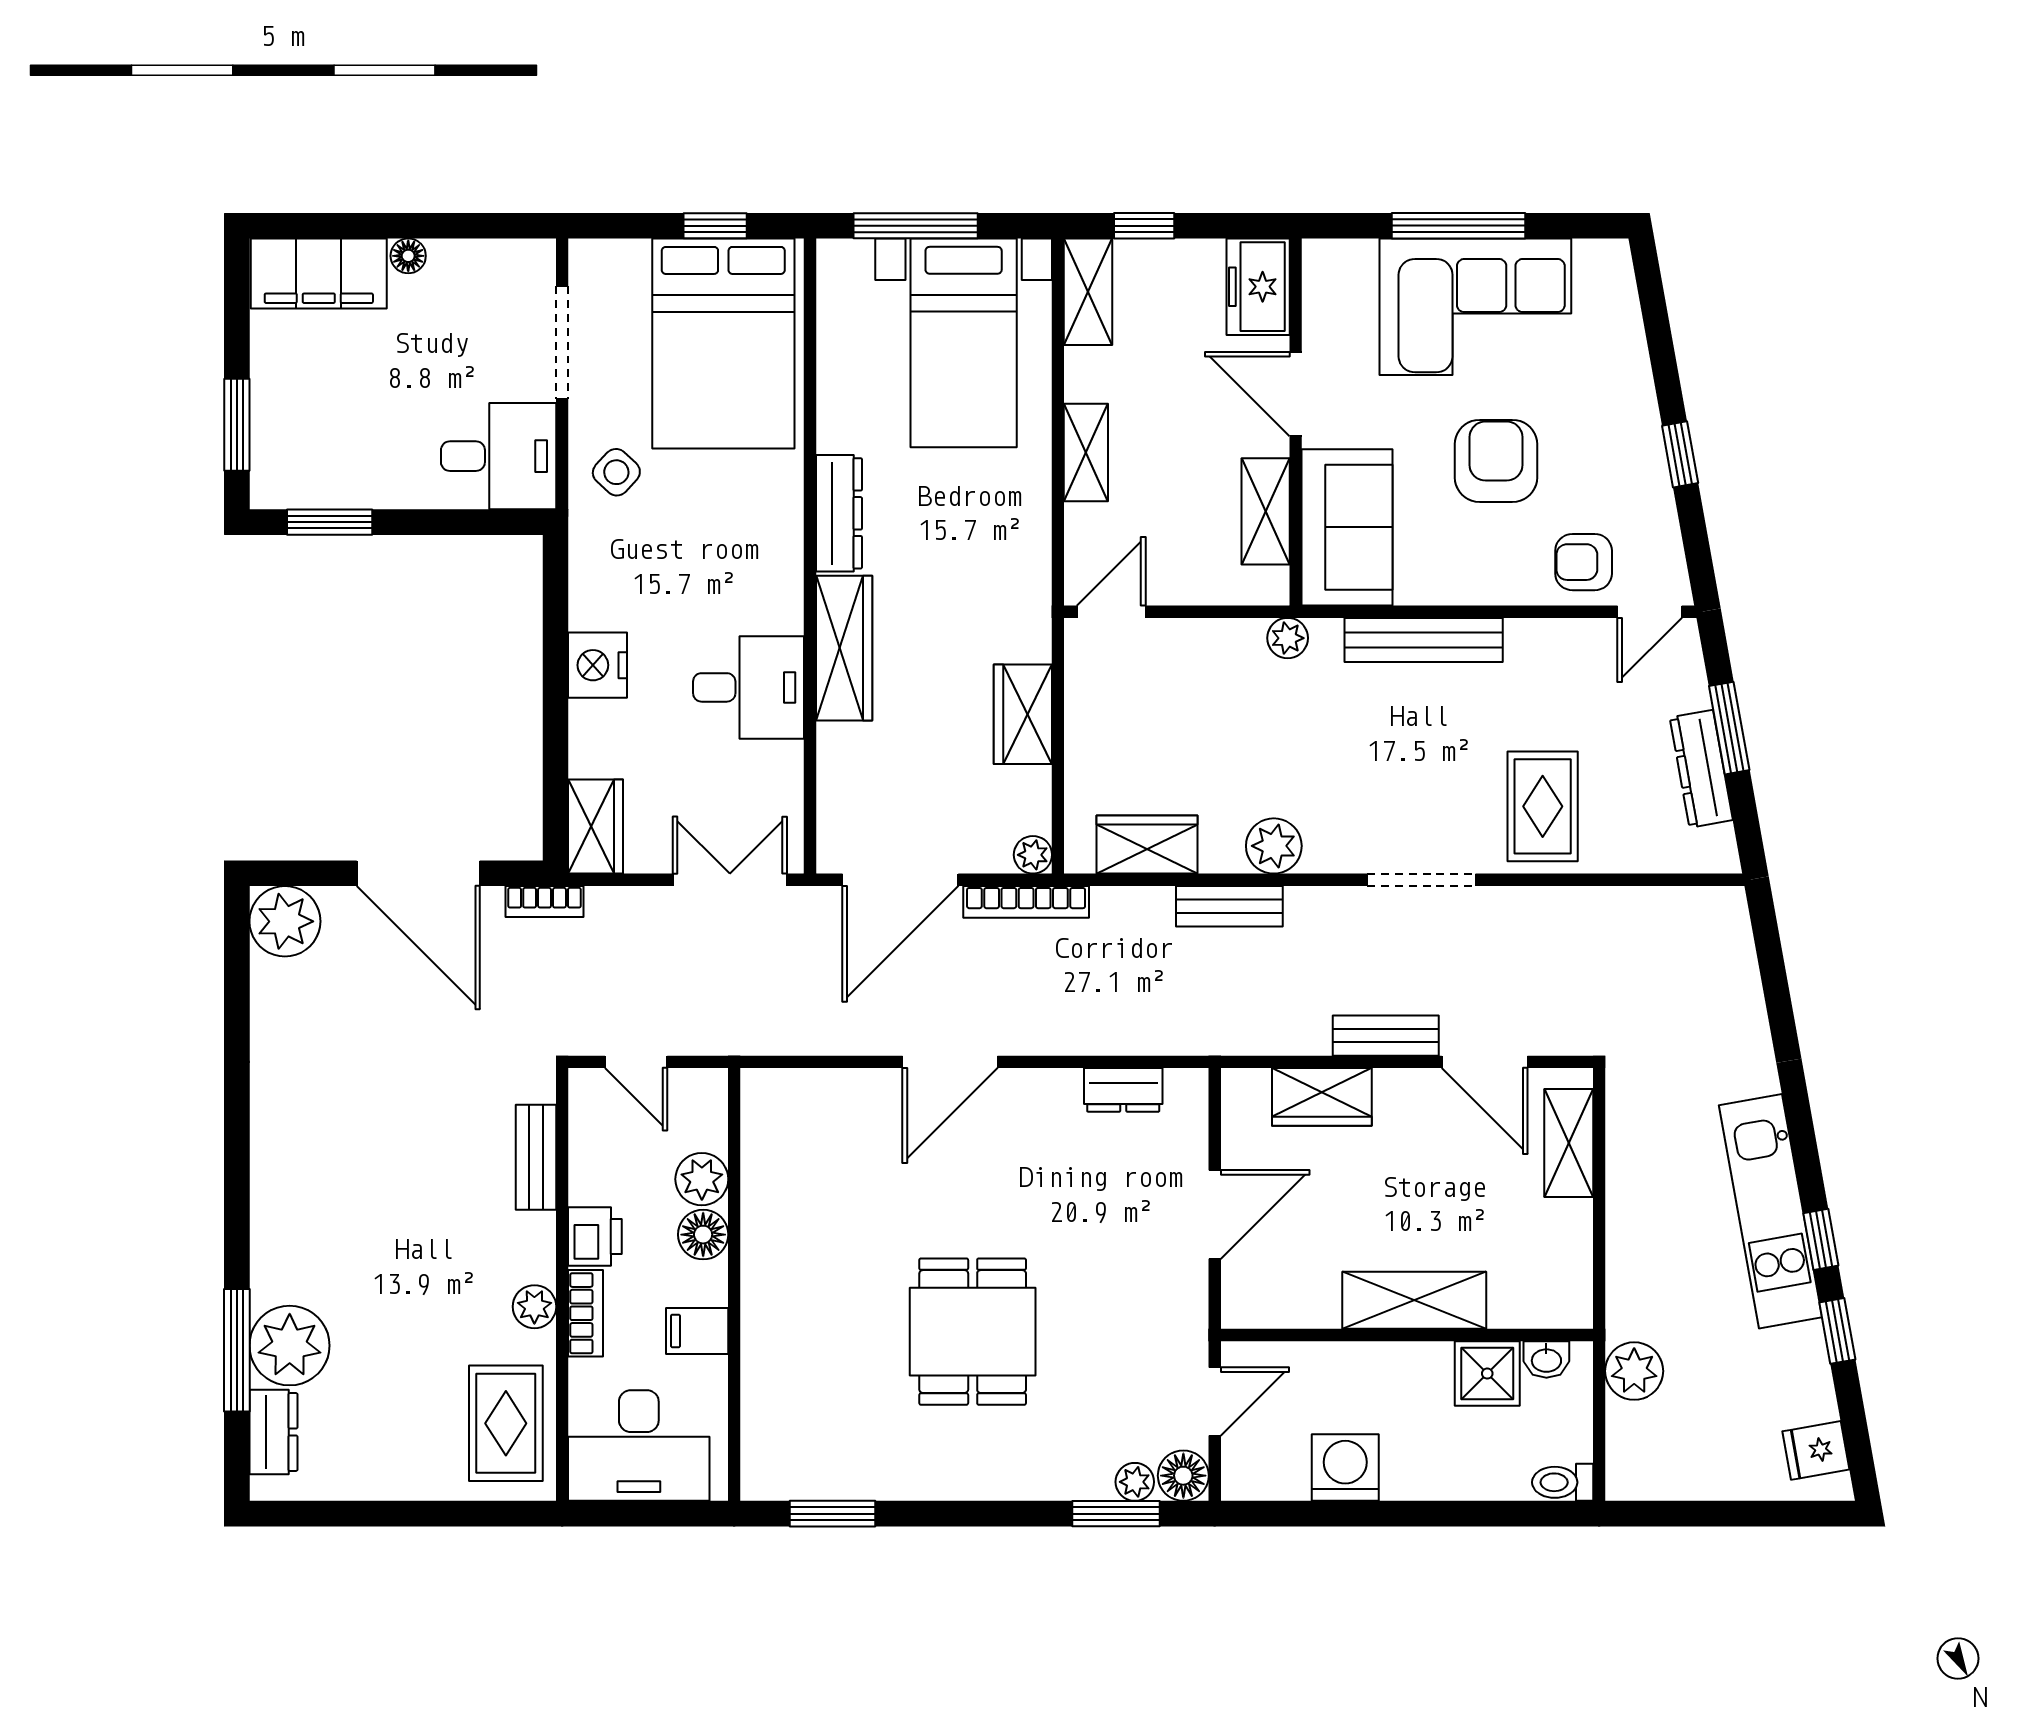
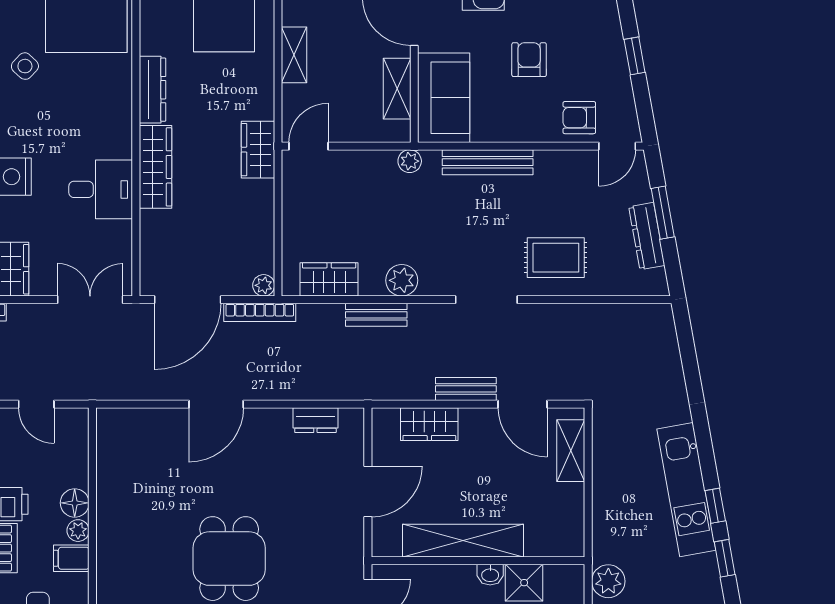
armchair: (1496, 461) -> (529, 60), width x0.72, depth x0.72
wardrobe: (1023, 714) -> (258, 150), moved
rug: (1543, 806) -> (556, 258), turned 90
plant: (702, 1179) -> (78, 531), moved, width x0.73, depth x0.73
shelving: (1414, 1300) -> (463, 541), width x1.47
washbasin: (1546, 1359) -> (490, 575), moved

